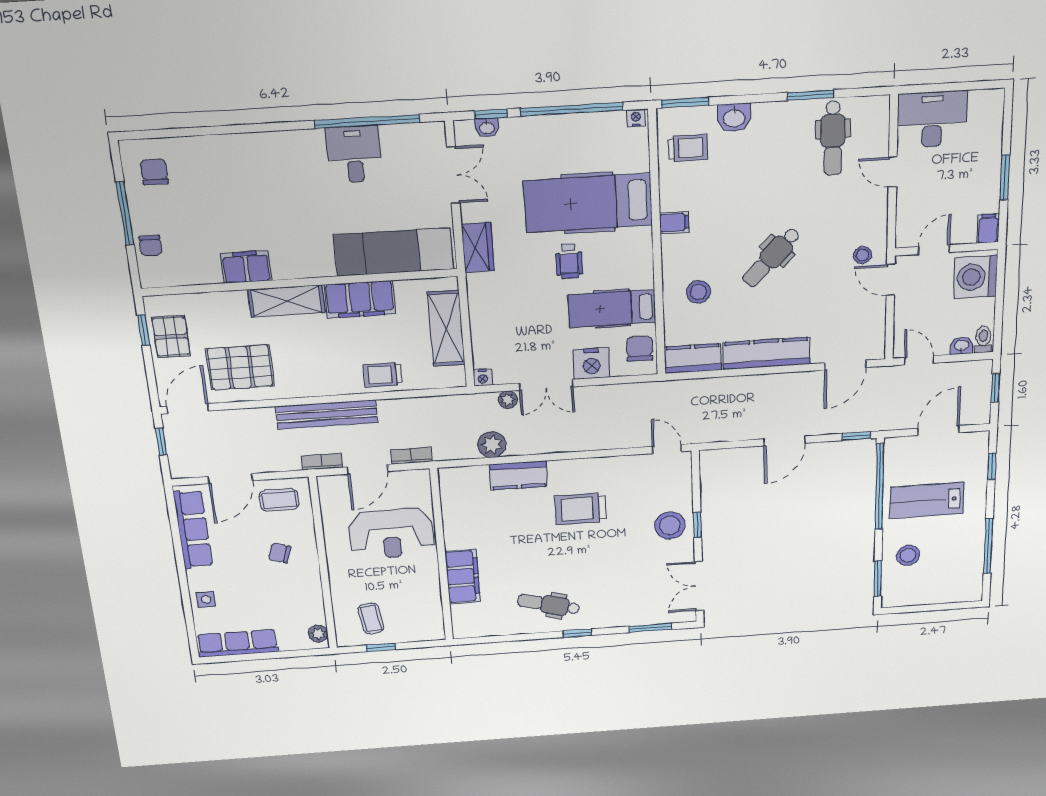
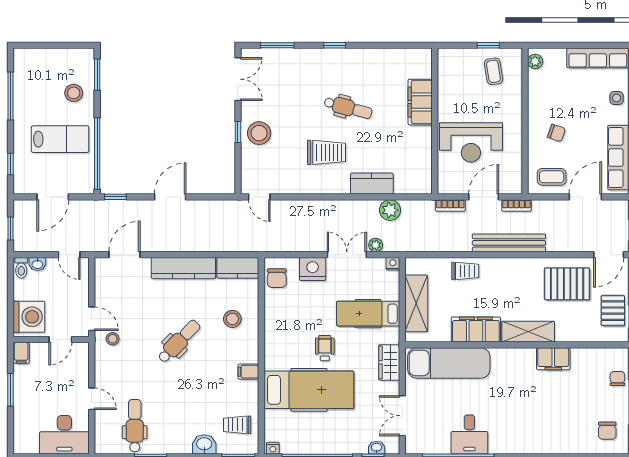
hospital bed: (612, 309) -> (368, 314), moved, turned 180
reception desk: (391, 534) -> (471, 142), turned 180
dental chair: (549, 604) -> (348, 108), moved

